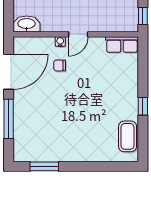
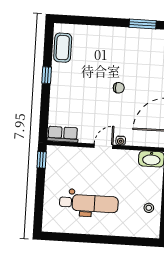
chair: (60, 65) -> (119, 88), moved

